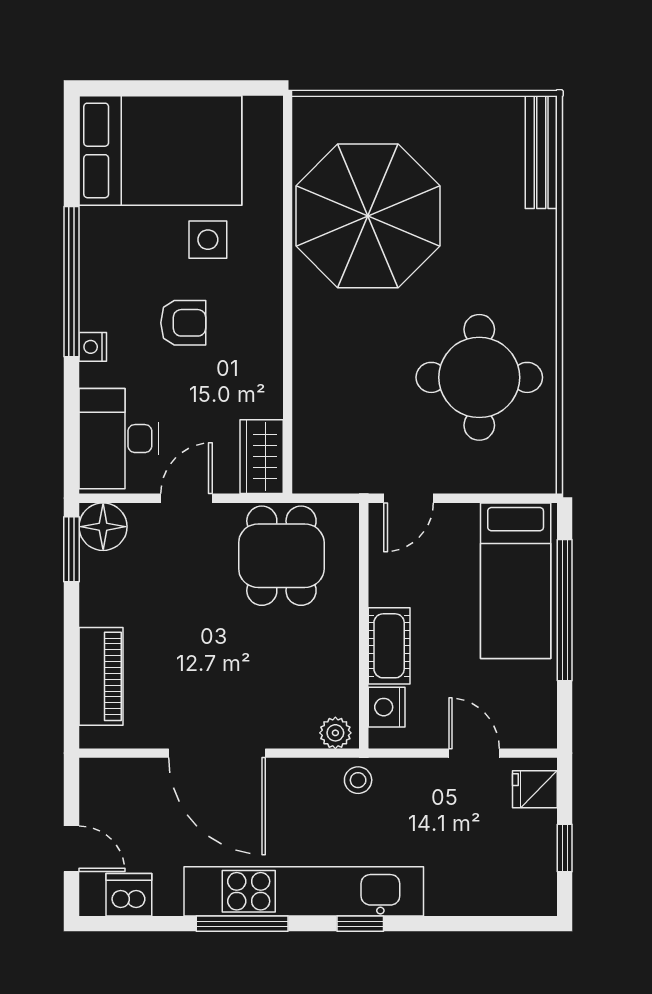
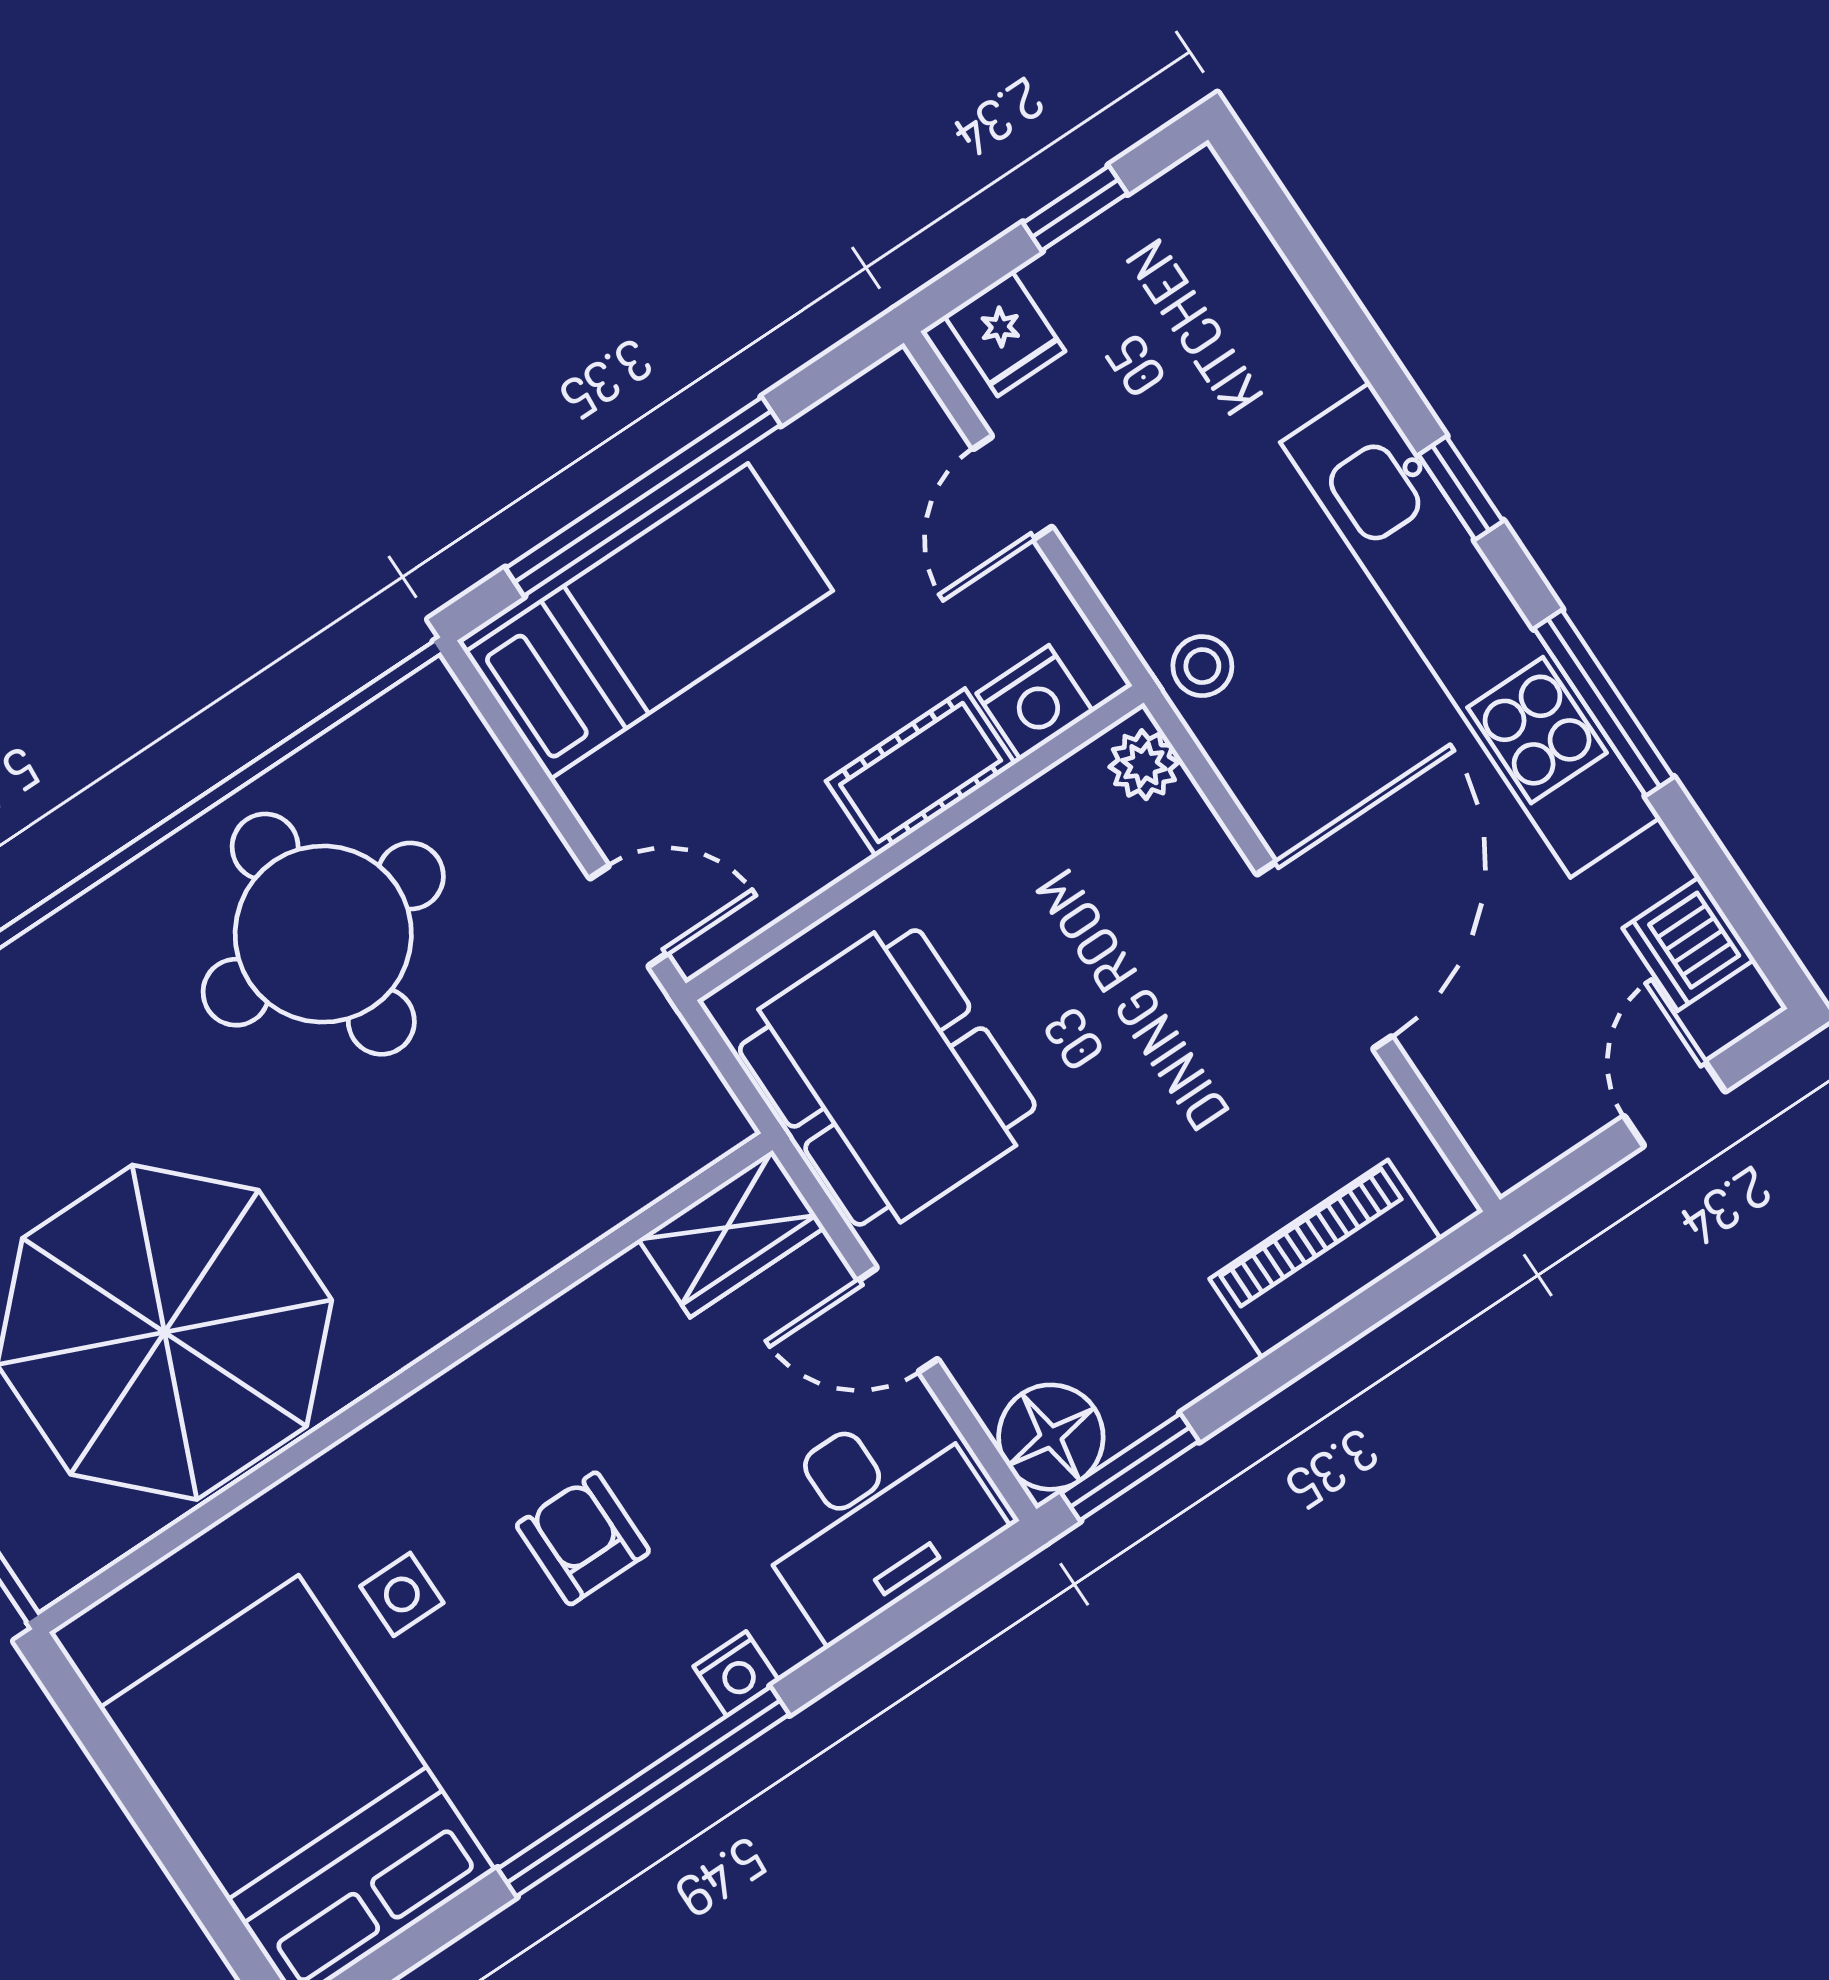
side table: (208, 240) -> (402, 1594), width x0.73, depth x0.73
dining table: (281, 556) -> (887, 1077), width x1.38

